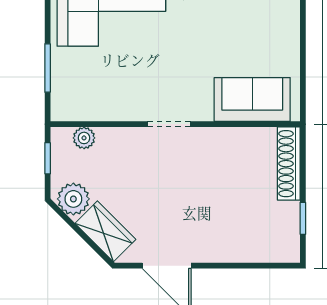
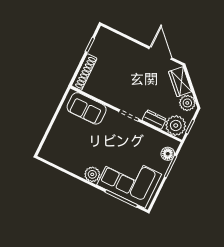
floor lamp: (64, 89) -> (168, 154), added
plant: (84, 138) -> (176, 125), width x1.88, depth x1.88
dresser: (119, 139) -> (154, 120), added

